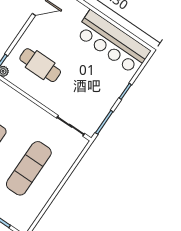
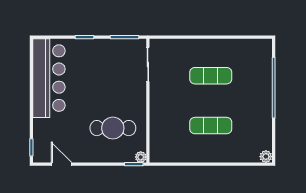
cafe table: (40, 65) -> (113, 128), turned 90
exercise mat: (29, 168) -> (211, 76), width x0.73, depth x0.69

